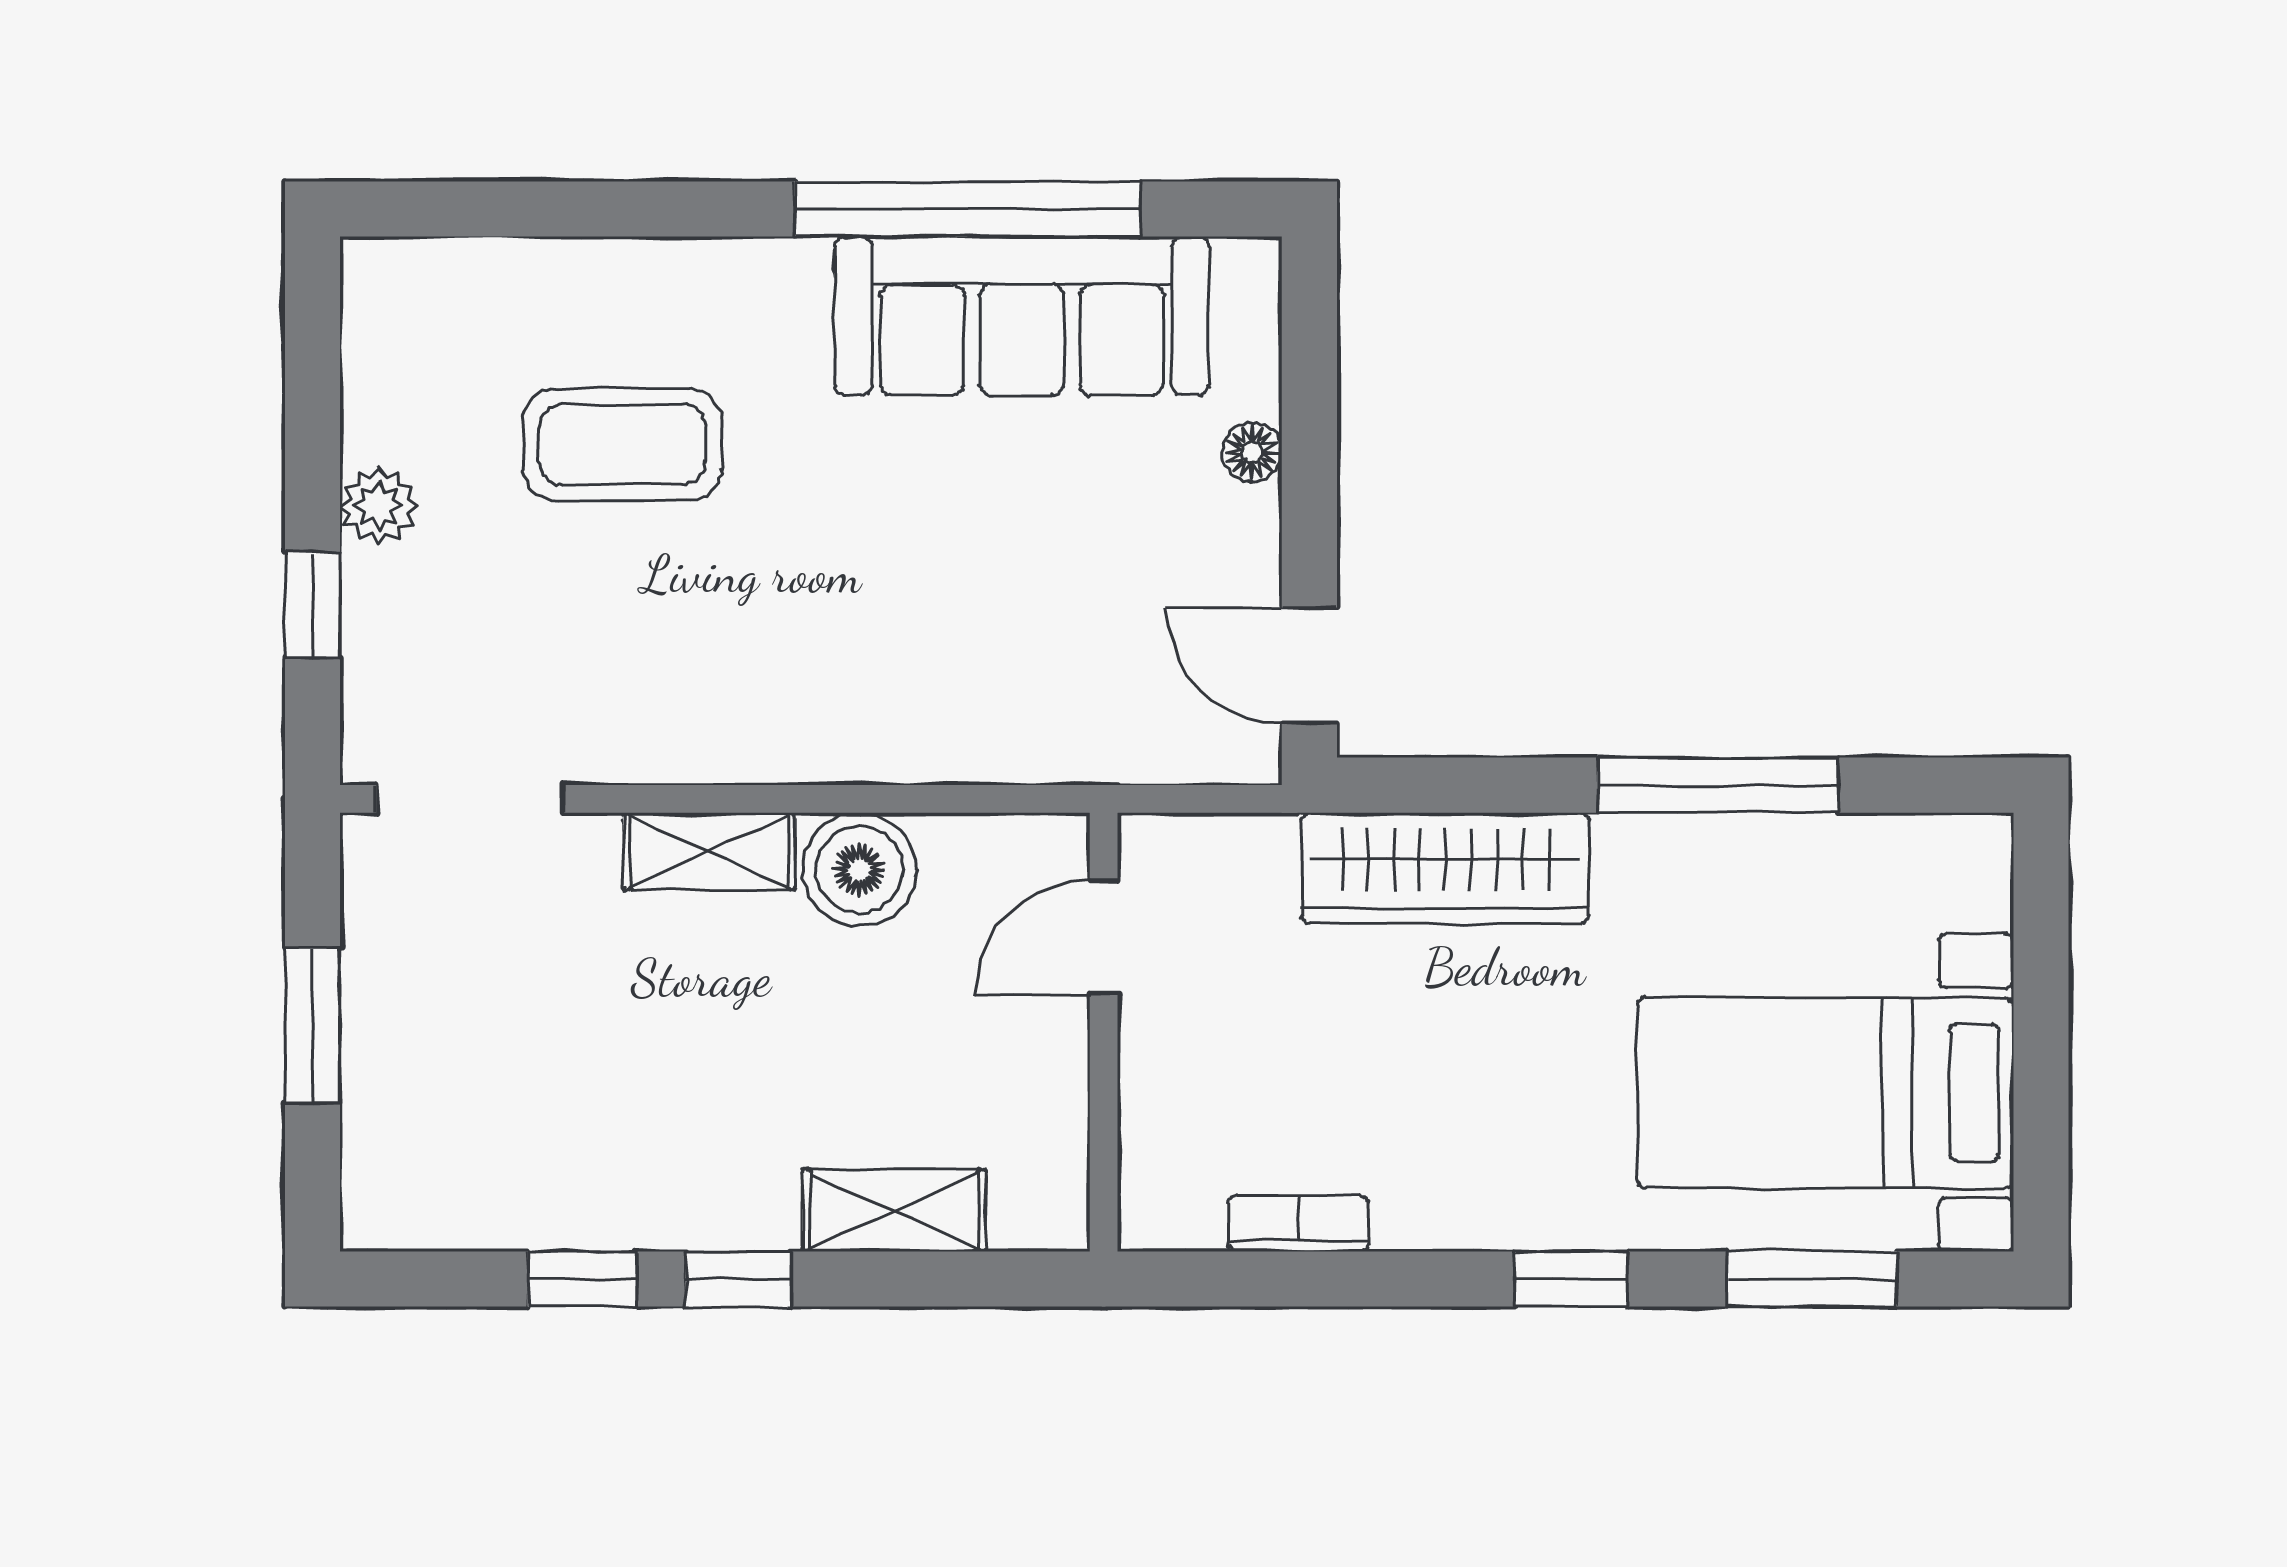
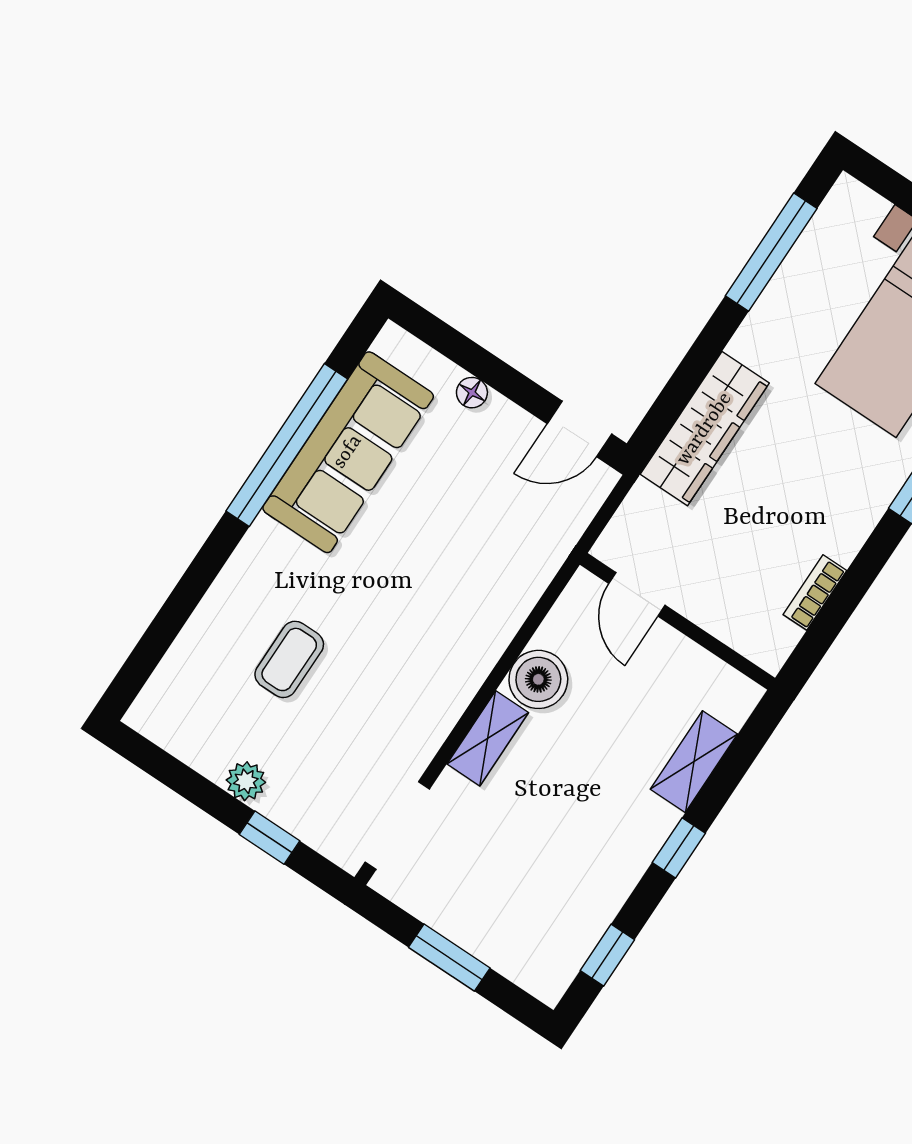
coffee table: (622, 444) -> (289, 659), width x0.73, depth x0.77
window: (1718, 785) -> (771, 252), moved
window: (582, 1279) -> (607, 955), moved

